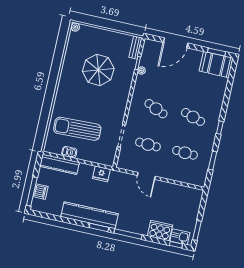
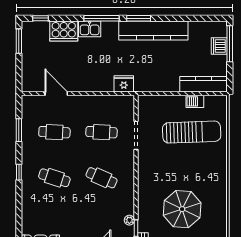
fridge: (101, 174) -> (124, 84), moved
door: (146, 176) -> (56, 94), moved
kitchen sink: (180, 237) -> (90, 29), moved

